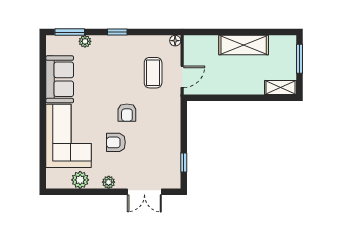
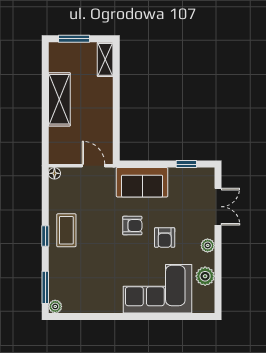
plant: (85, 41) -> (55, 306), moved
coffee table: (153, 73) -> (66, 230), moved, turned 90
sofa: (60, 79) -> (142, 182), moved, turned 180

